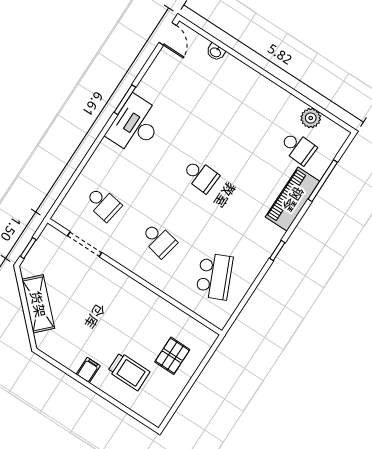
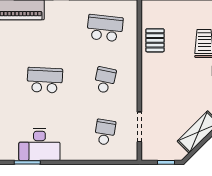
school desk: (201, 176) -> (45, 80), width x1.85
school desk: (214, 276) -> (105, 28), turned 30
pallet: (172, 356) -> (155, 40), moved, turned 90

